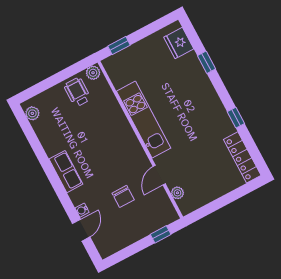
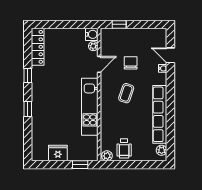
fridge: (179, 43) -> (58, 153), moved, turned -90
window: (206, 62) -> (28, 109), moved
coffee table: (109, 158) -> (126, 93), added
row of seats: (66, 172) -> (160, 114), width x2.02
water cooler: (187, 206) -> (92, 34), added
door: (81, 230) -> (170, 55), hinge flipped

